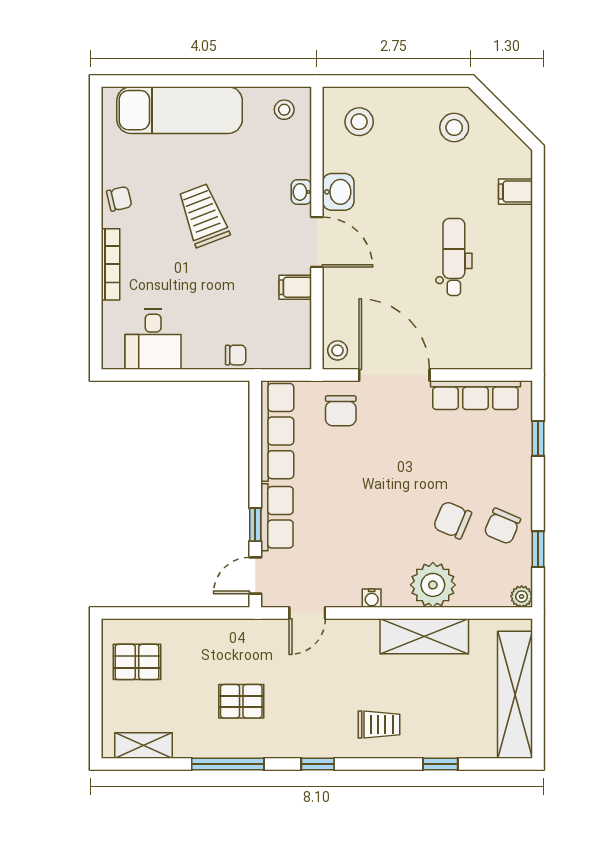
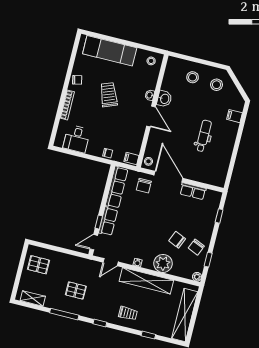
stool: (359, 122) -> (193, 77), moved
filing cabinet: (295, 287) -> (131, 159), moved
row of seats: (475, 395) -> (193, 191), width x0.68
shelving: (424, 636) -> (146, 281), width x1.47

